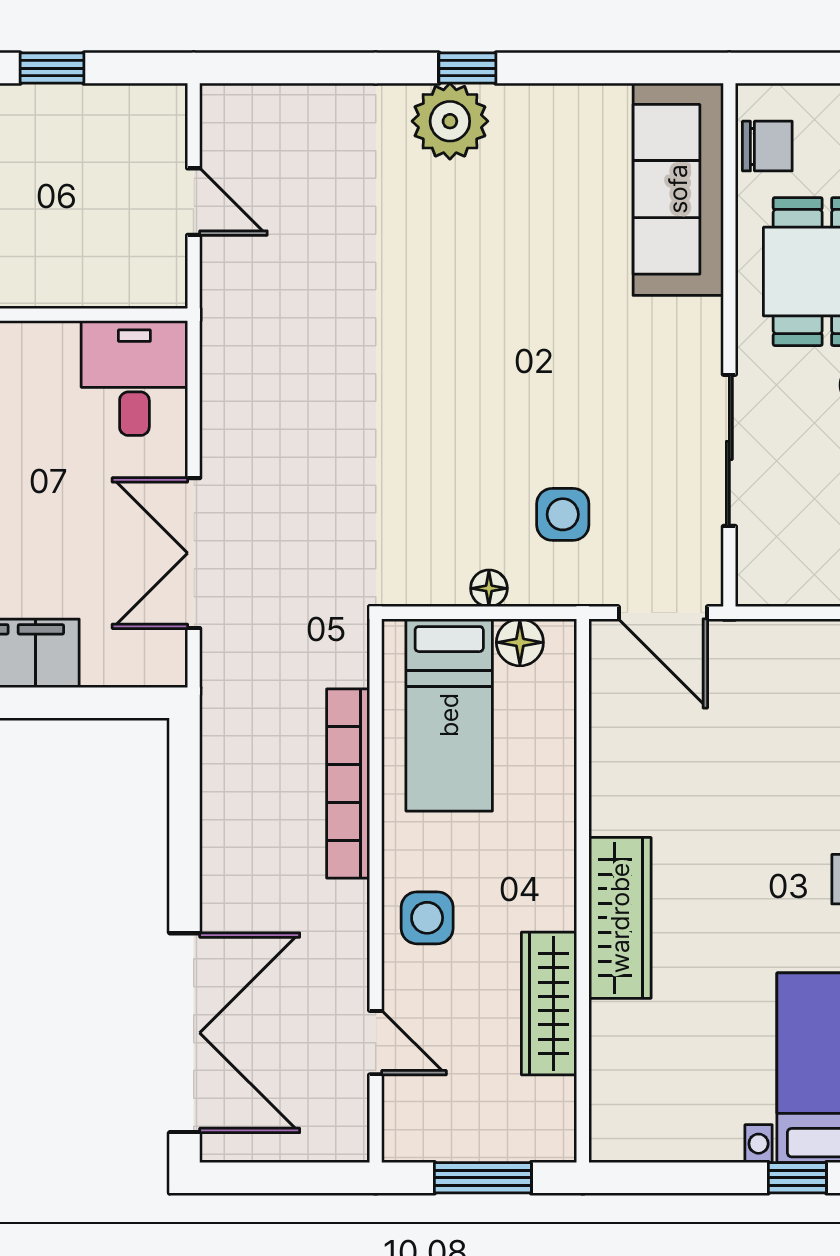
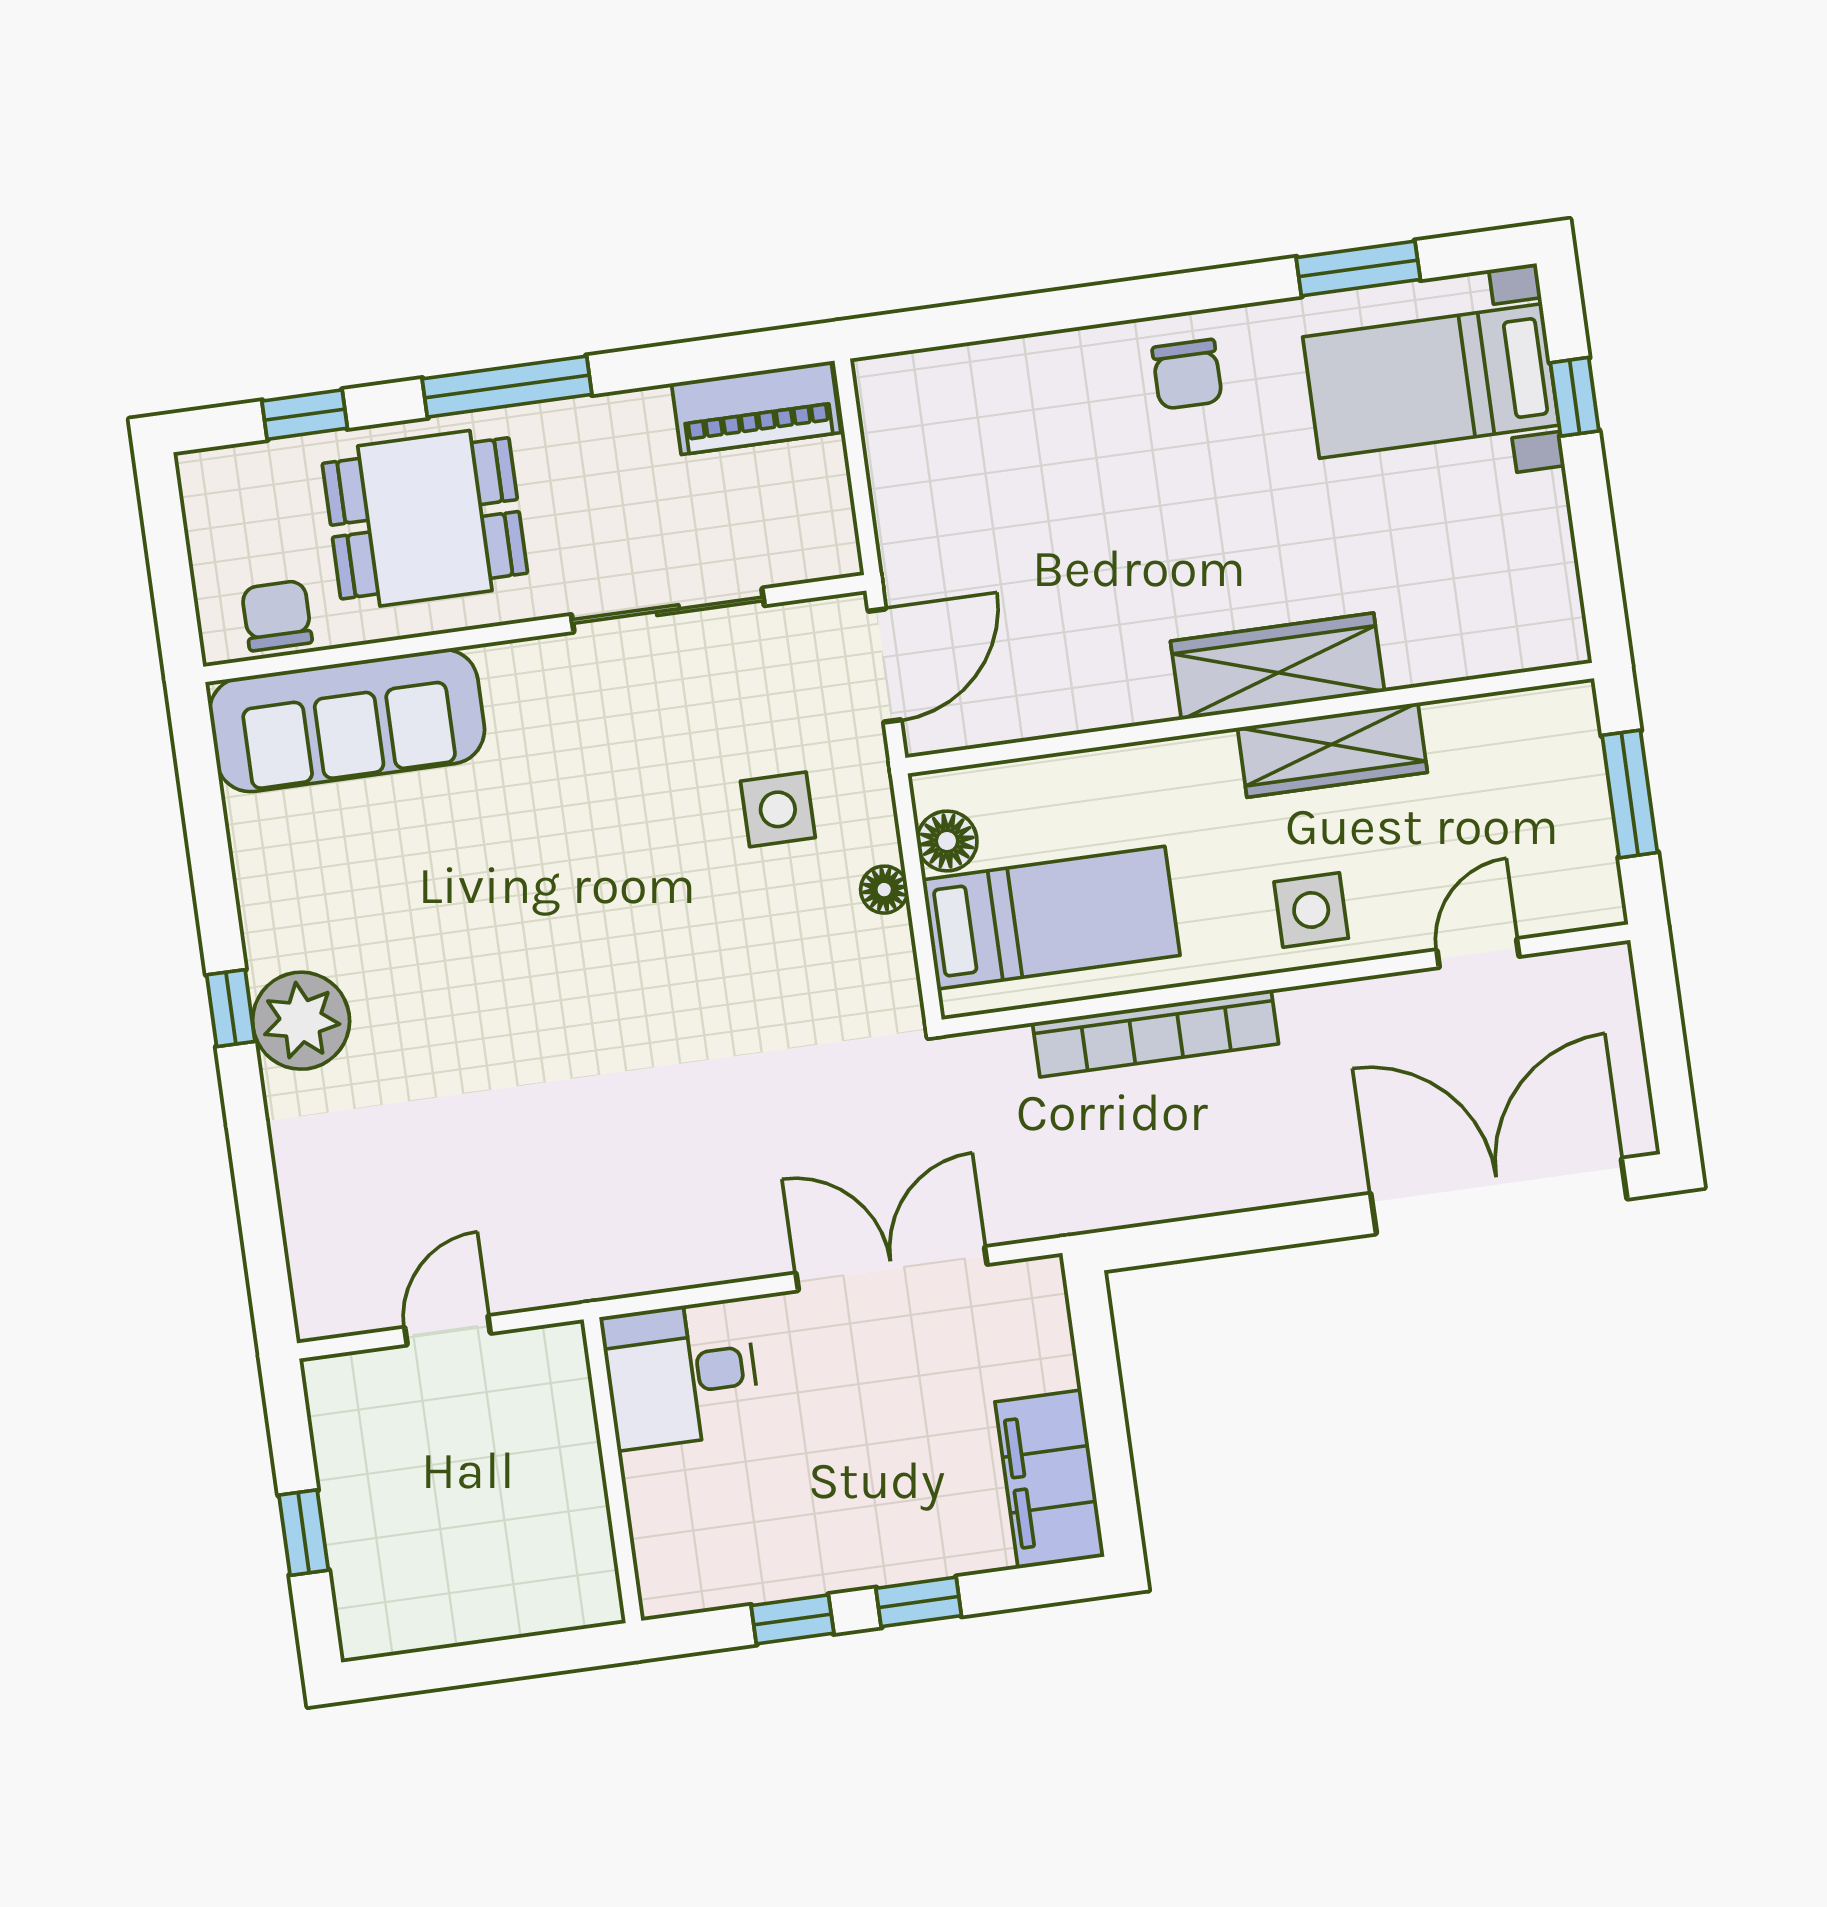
double door: (194, 553) -> (891, 1269), swing flipped
wardrobe: (549, 1004) -> (1332, 750), moved

